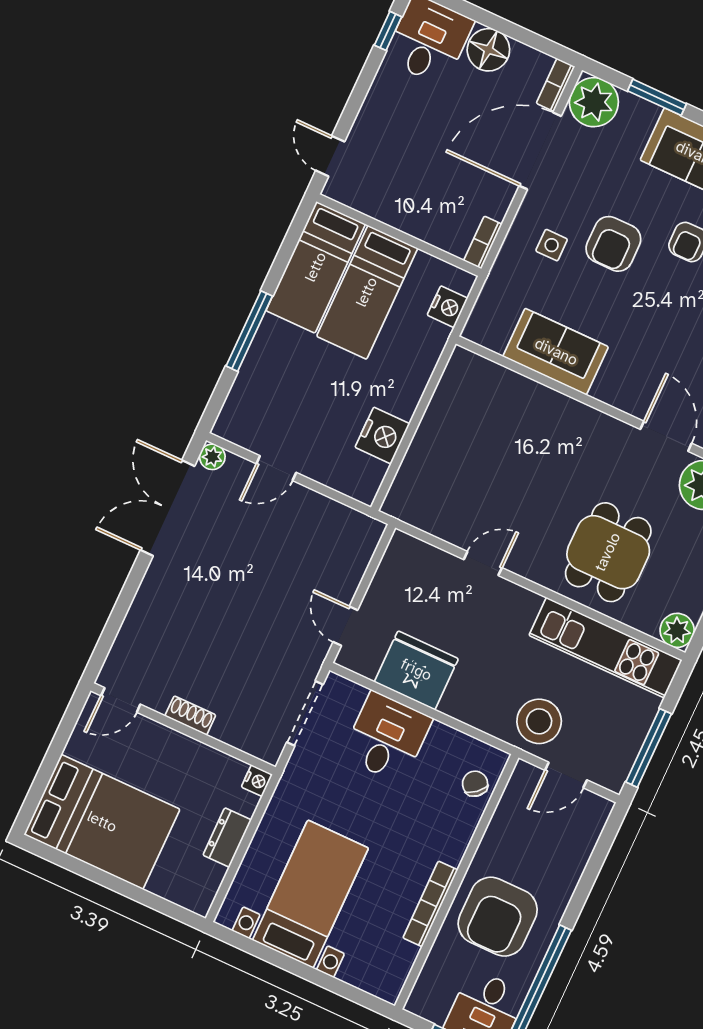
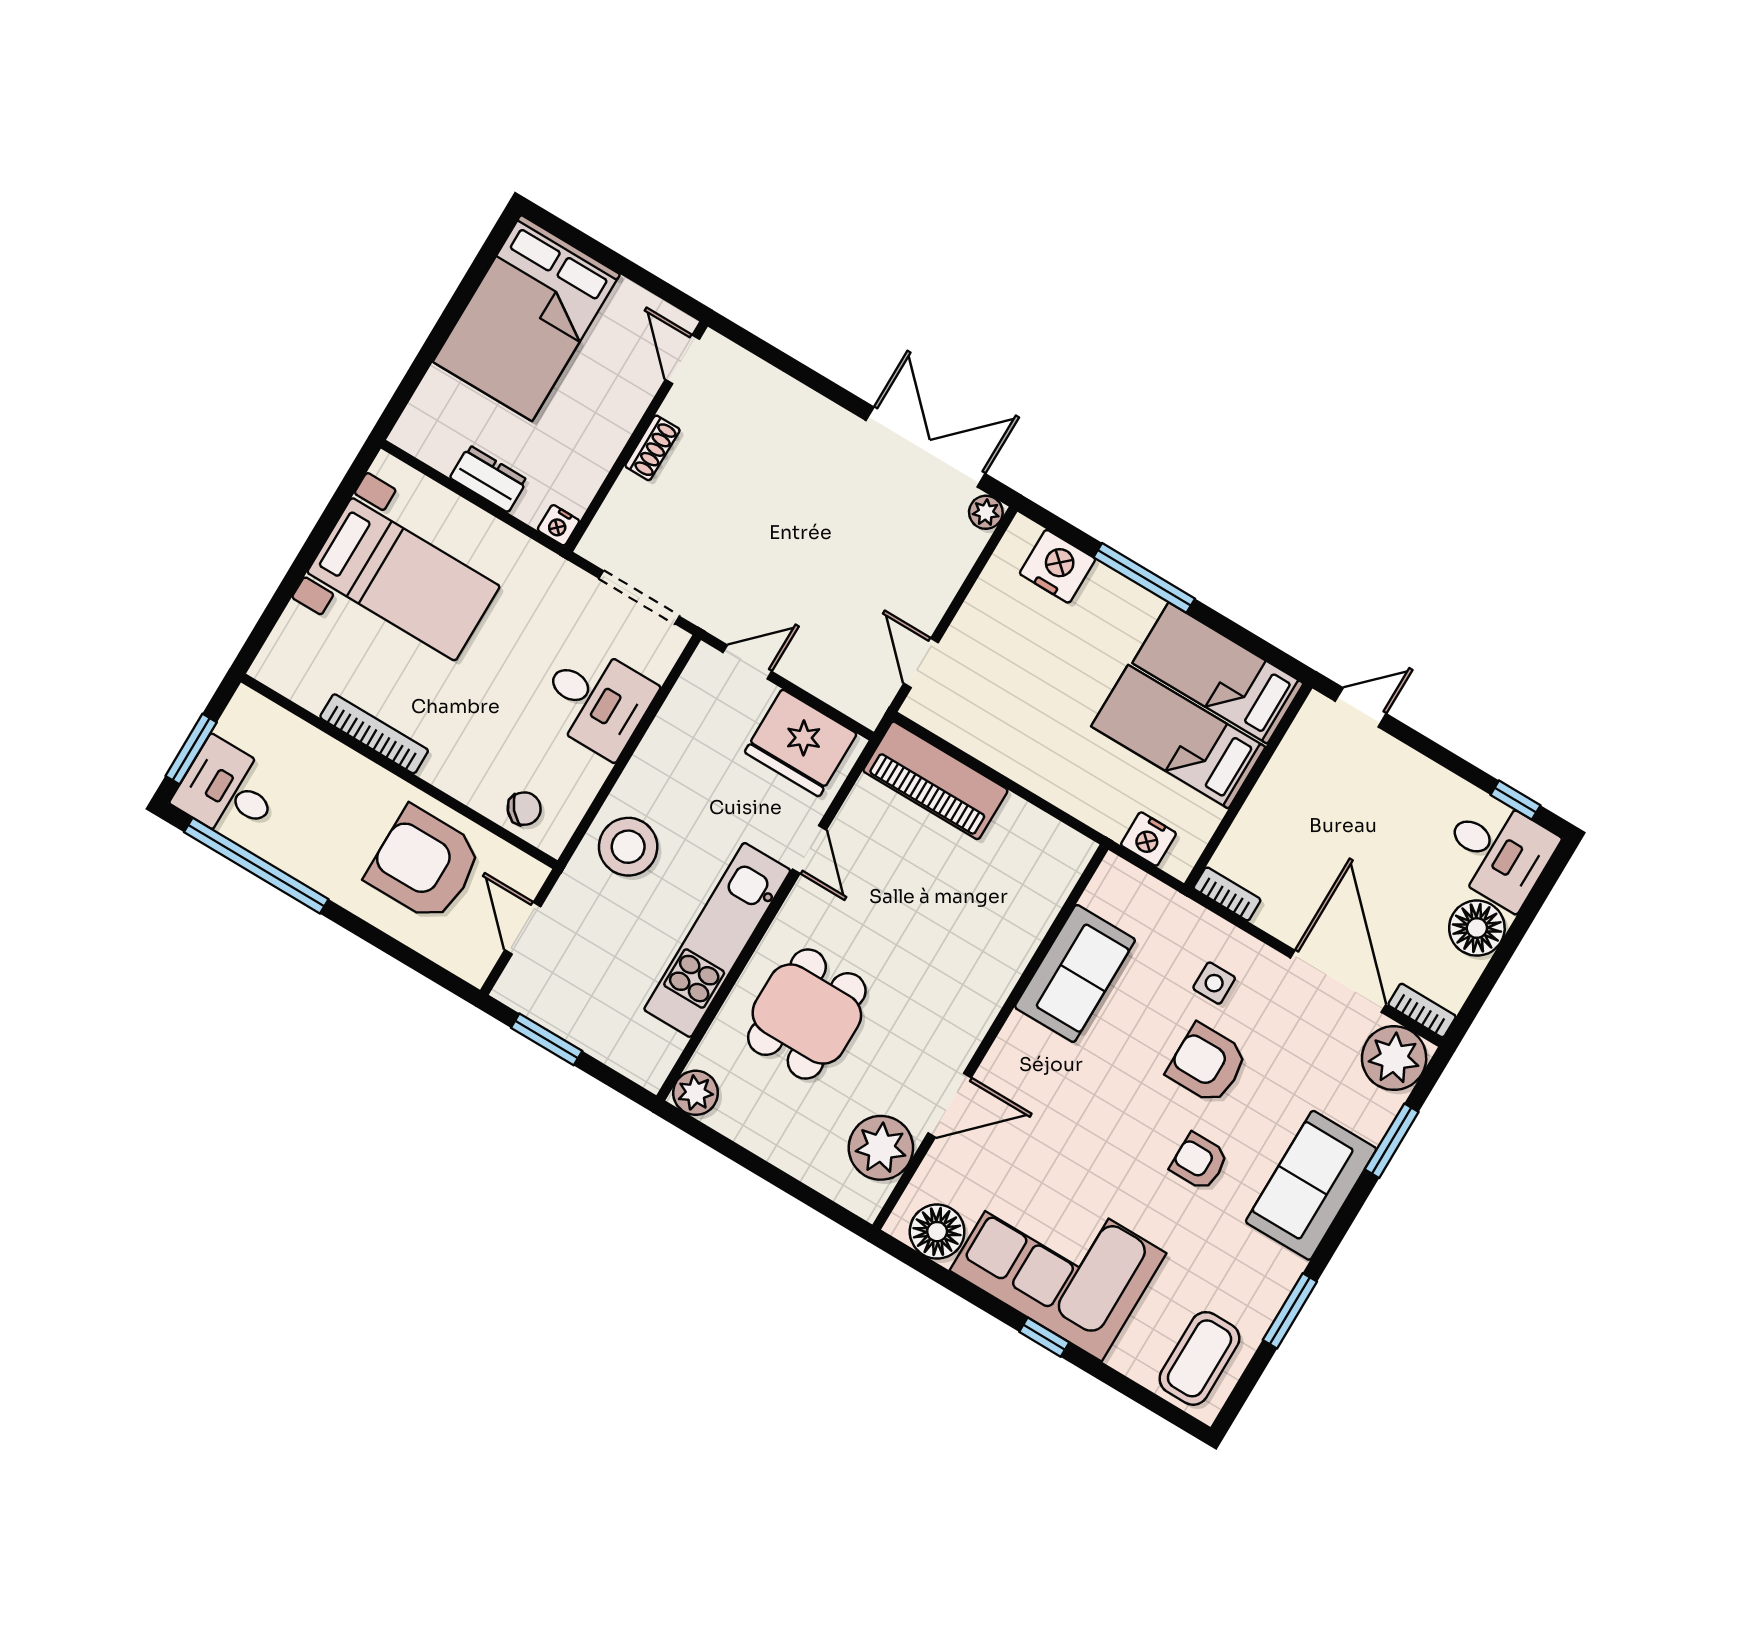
nightstand: (382, 436) -> (1058, 566), moved, turned 180
door: (276, 468) -> (921, 663), moved
piano: (420, 473) -> (935, 780), added
dining table: (608, 552) -> (807, 1014), turned 90
kitchen unit: (605, 648) -> (717, 940), moved
fridge: (416, 670) -> (801, 743), moved, turned 90
stool: (539, 721) -> (628, 847), moved
window: (649, 748) -> (547, 1039), width x0.69
armchair: (498, 917) -> (424, 864), moved

